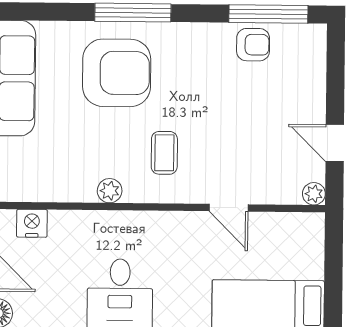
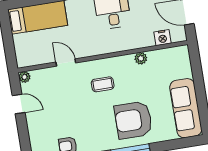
coffee table: (164, 153) -> (103, 84), turned 90
plant: (110, 191) -> (141, 58), moved

